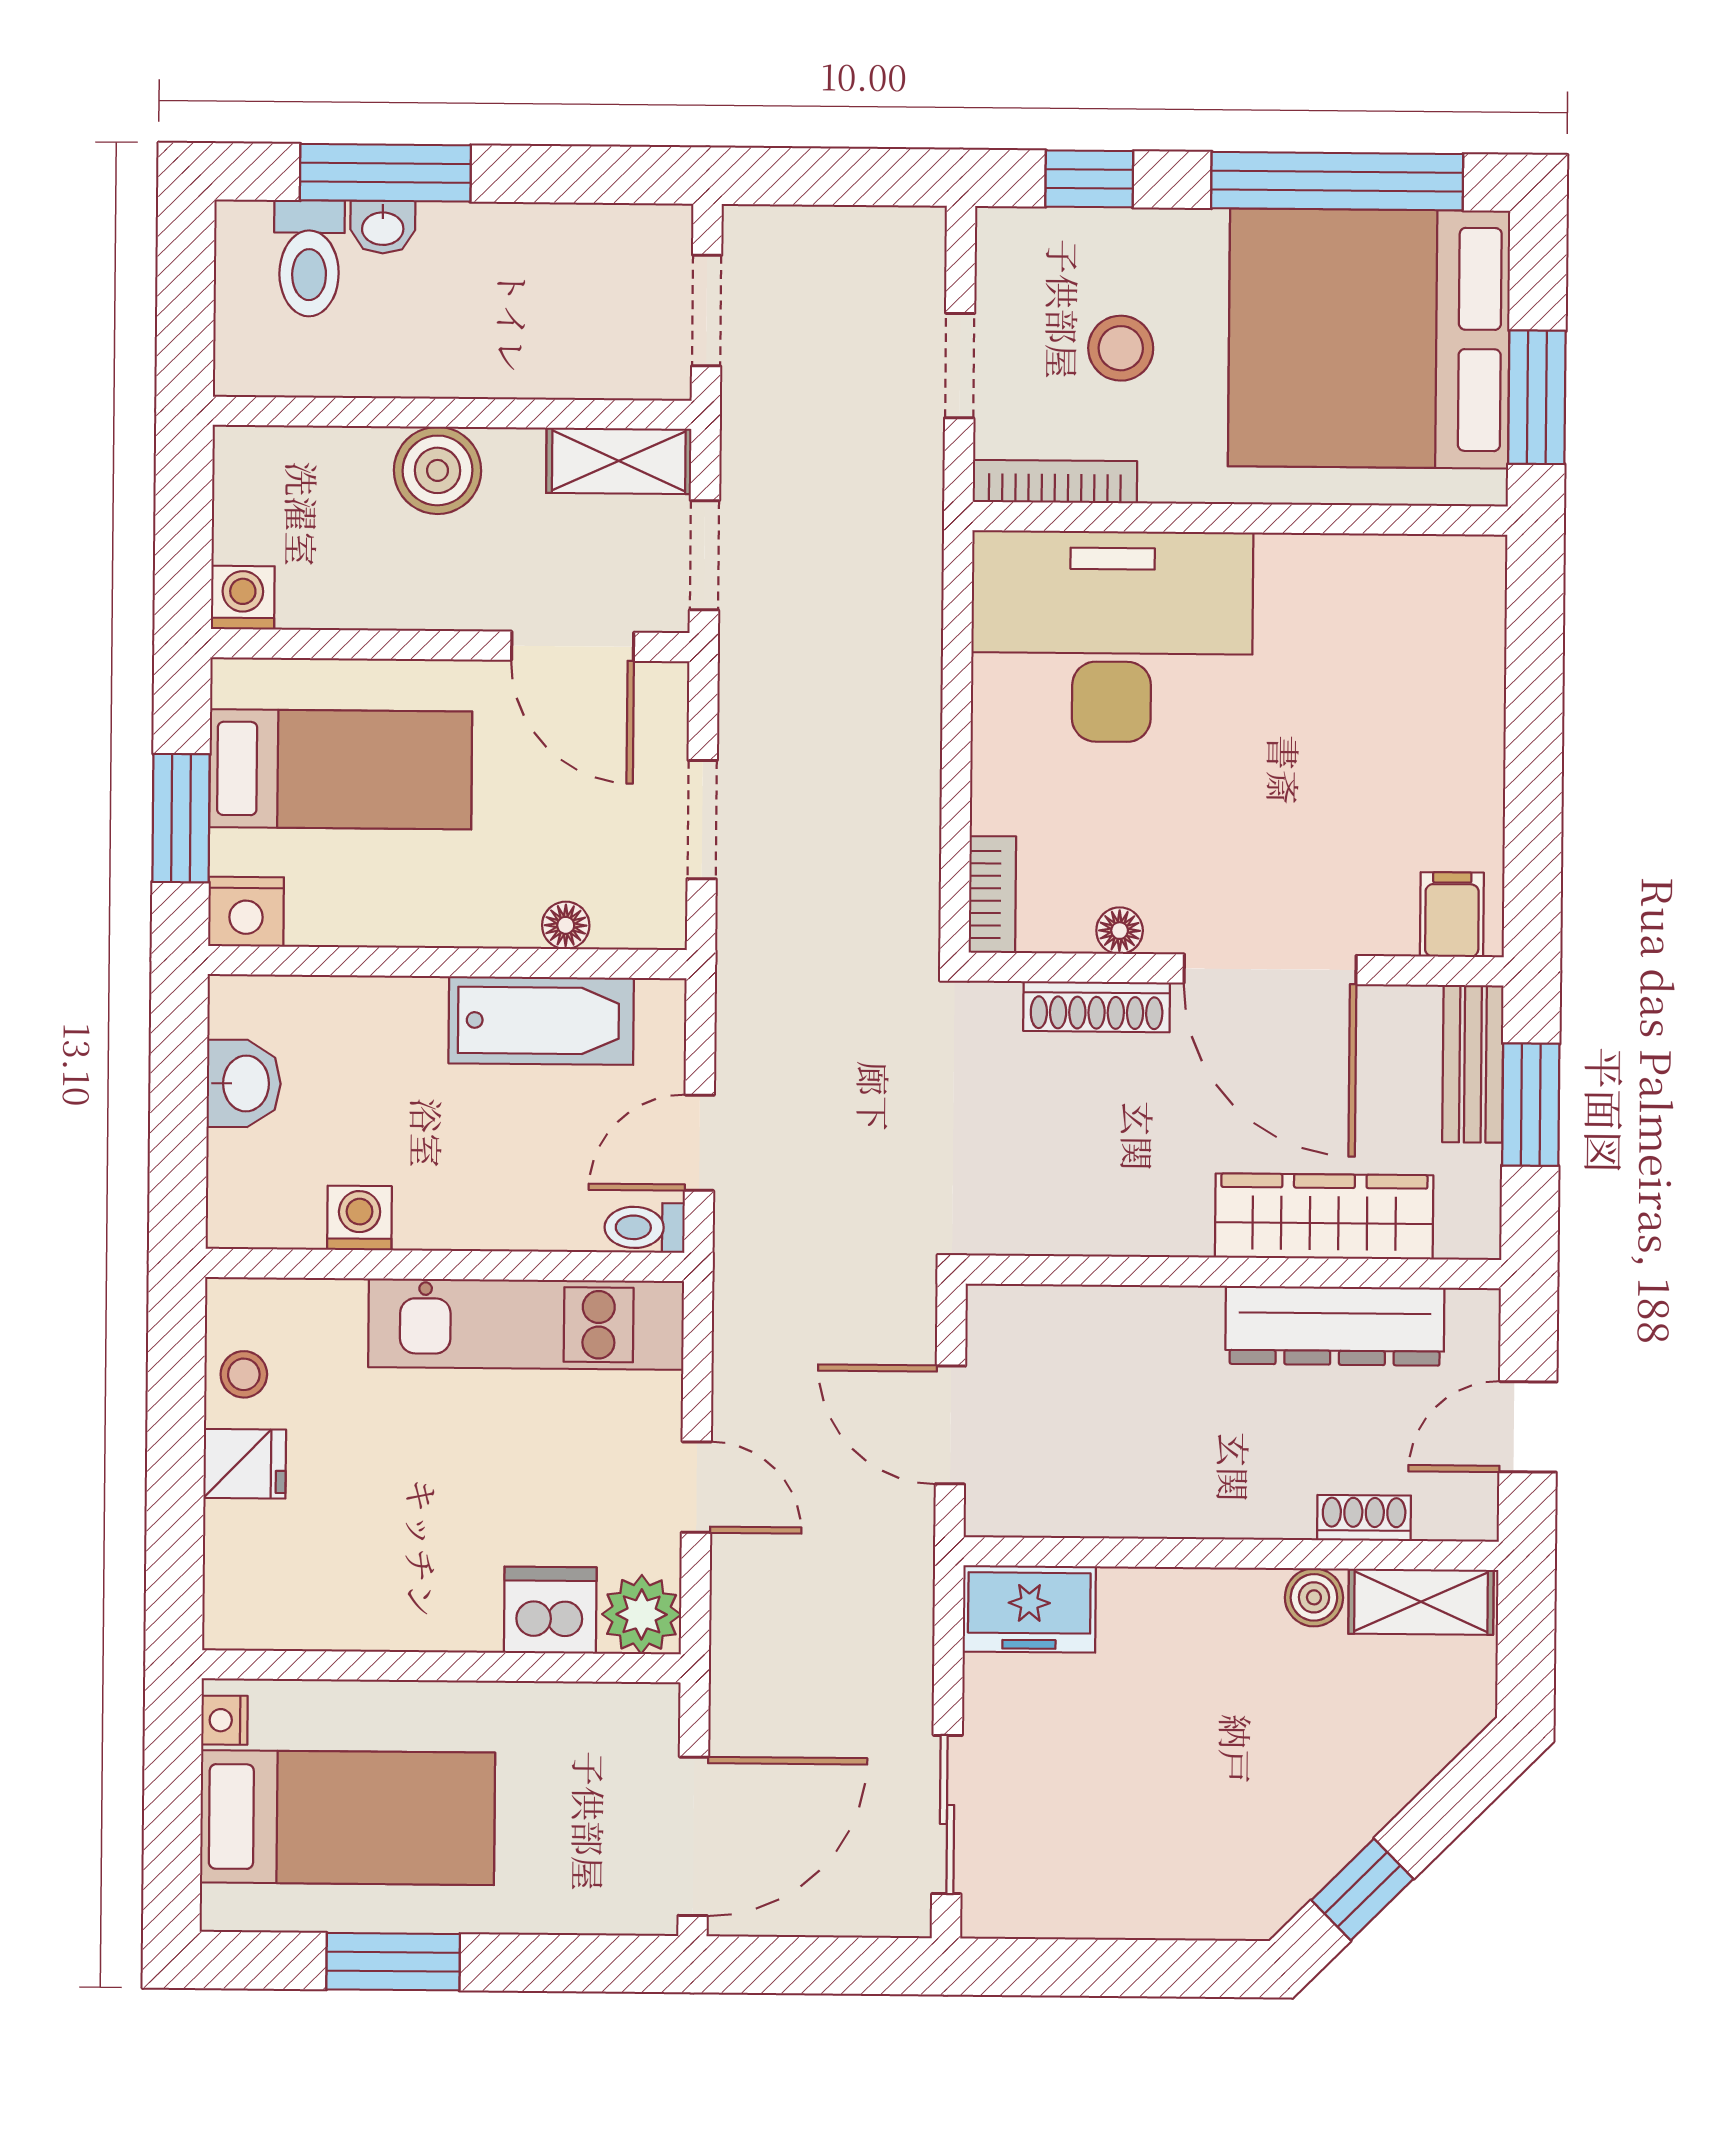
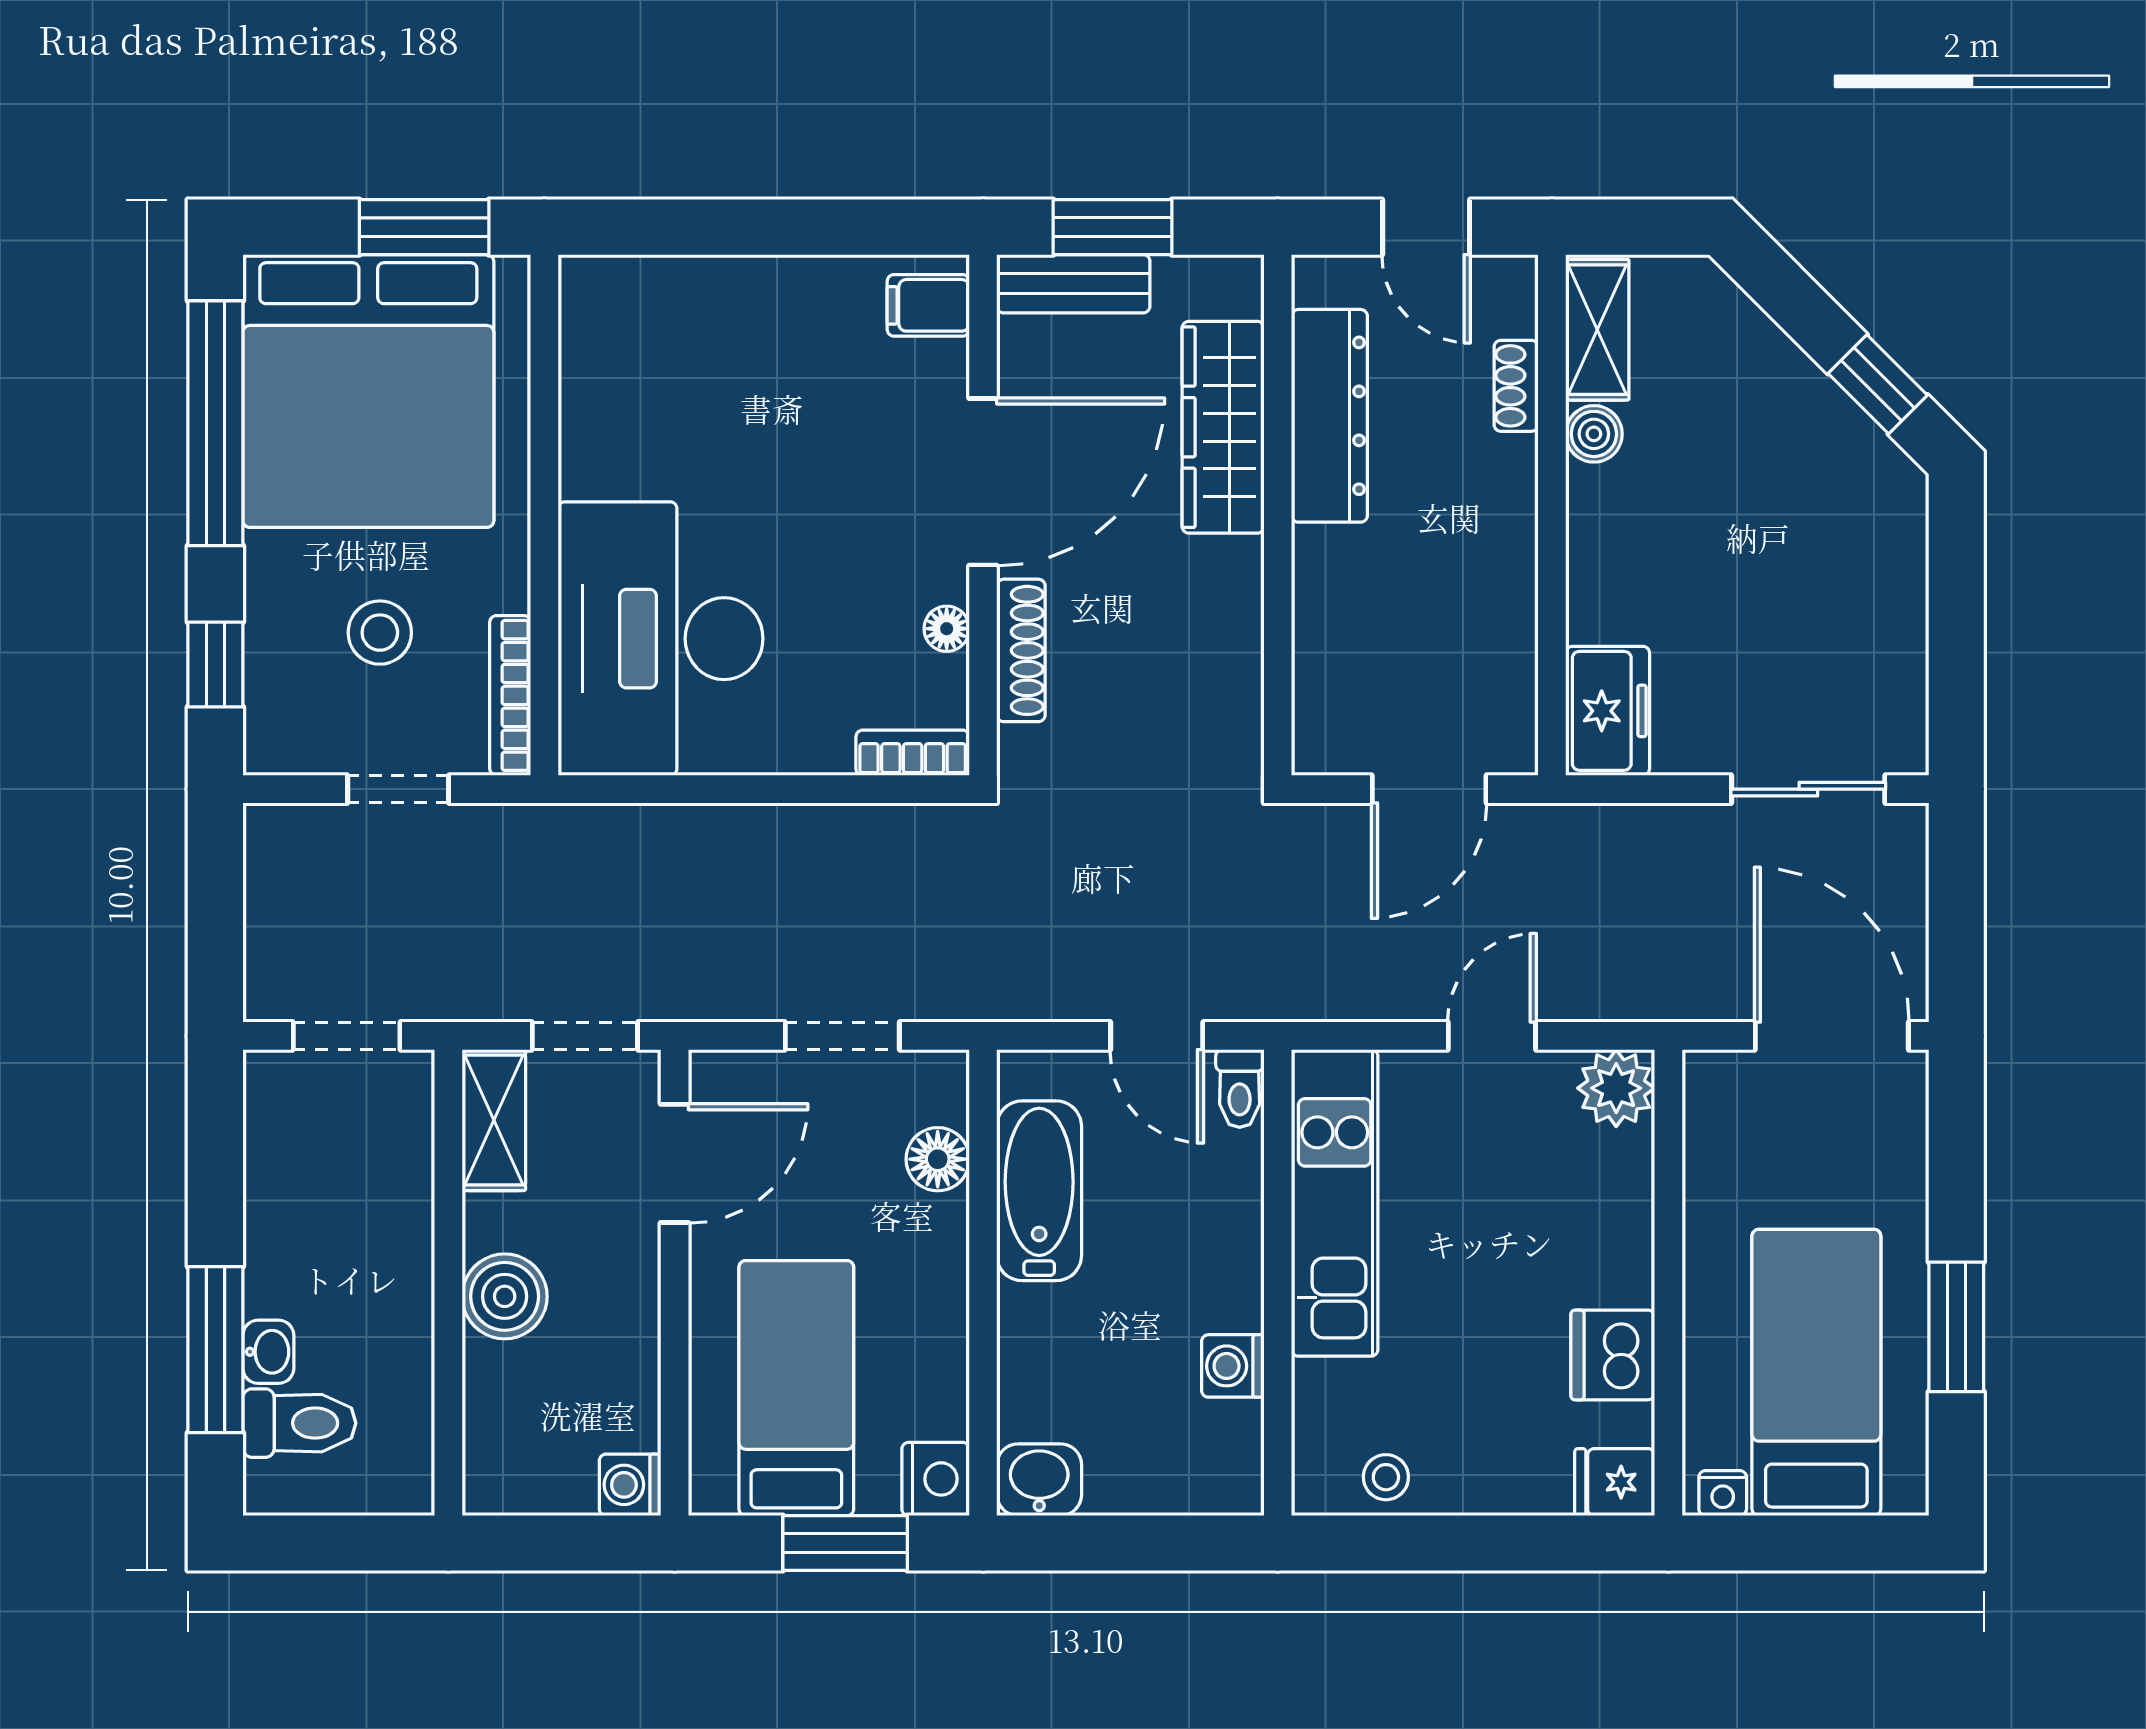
floor lamp: (566, 925) -> (938, 1159), width x1.37, depth x1.37
washbasin: (244, 1083) -> (1039, 1480), moved
fridge: (245, 1464) -> (1615, 1482), moved, turned -90
dishwasher: (550, 1610) -> (1613, 1355), moved

